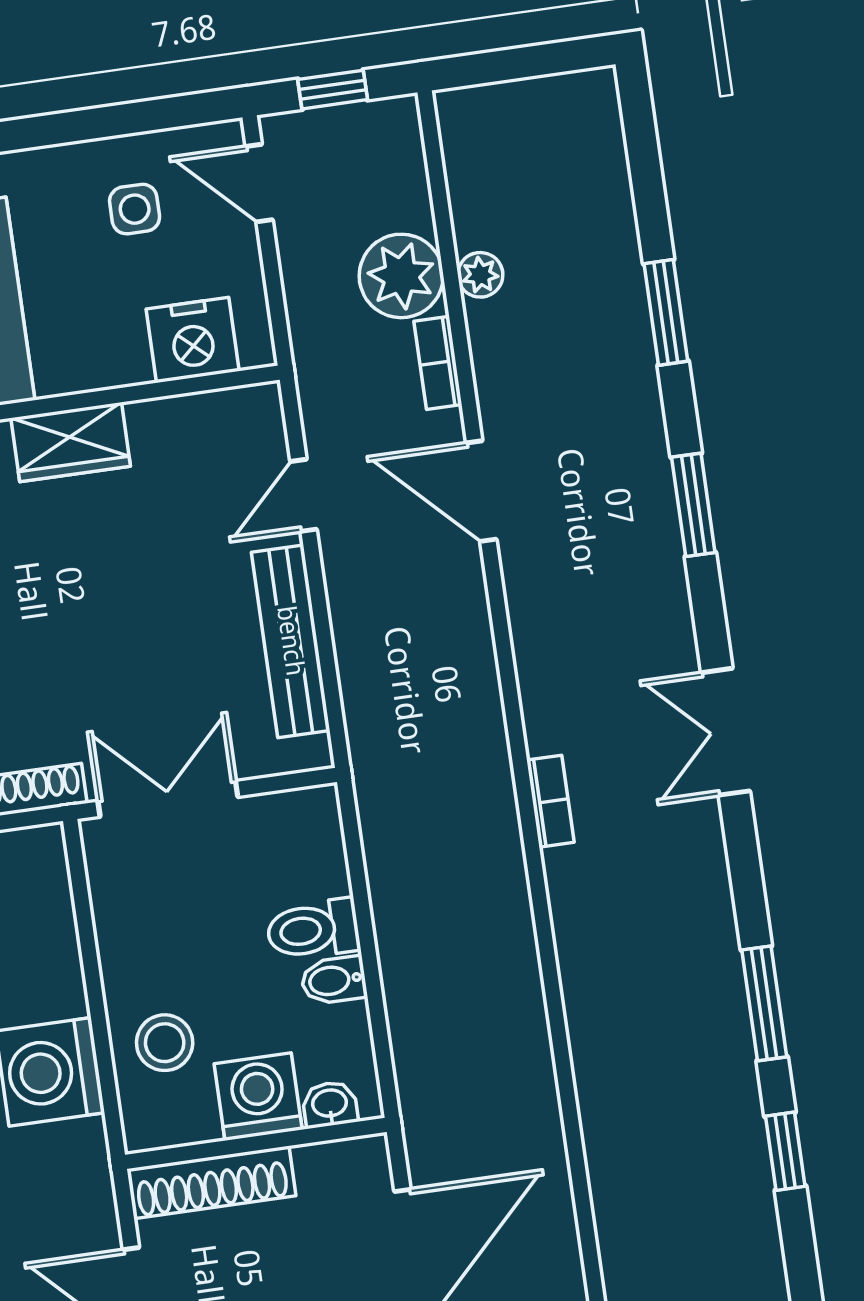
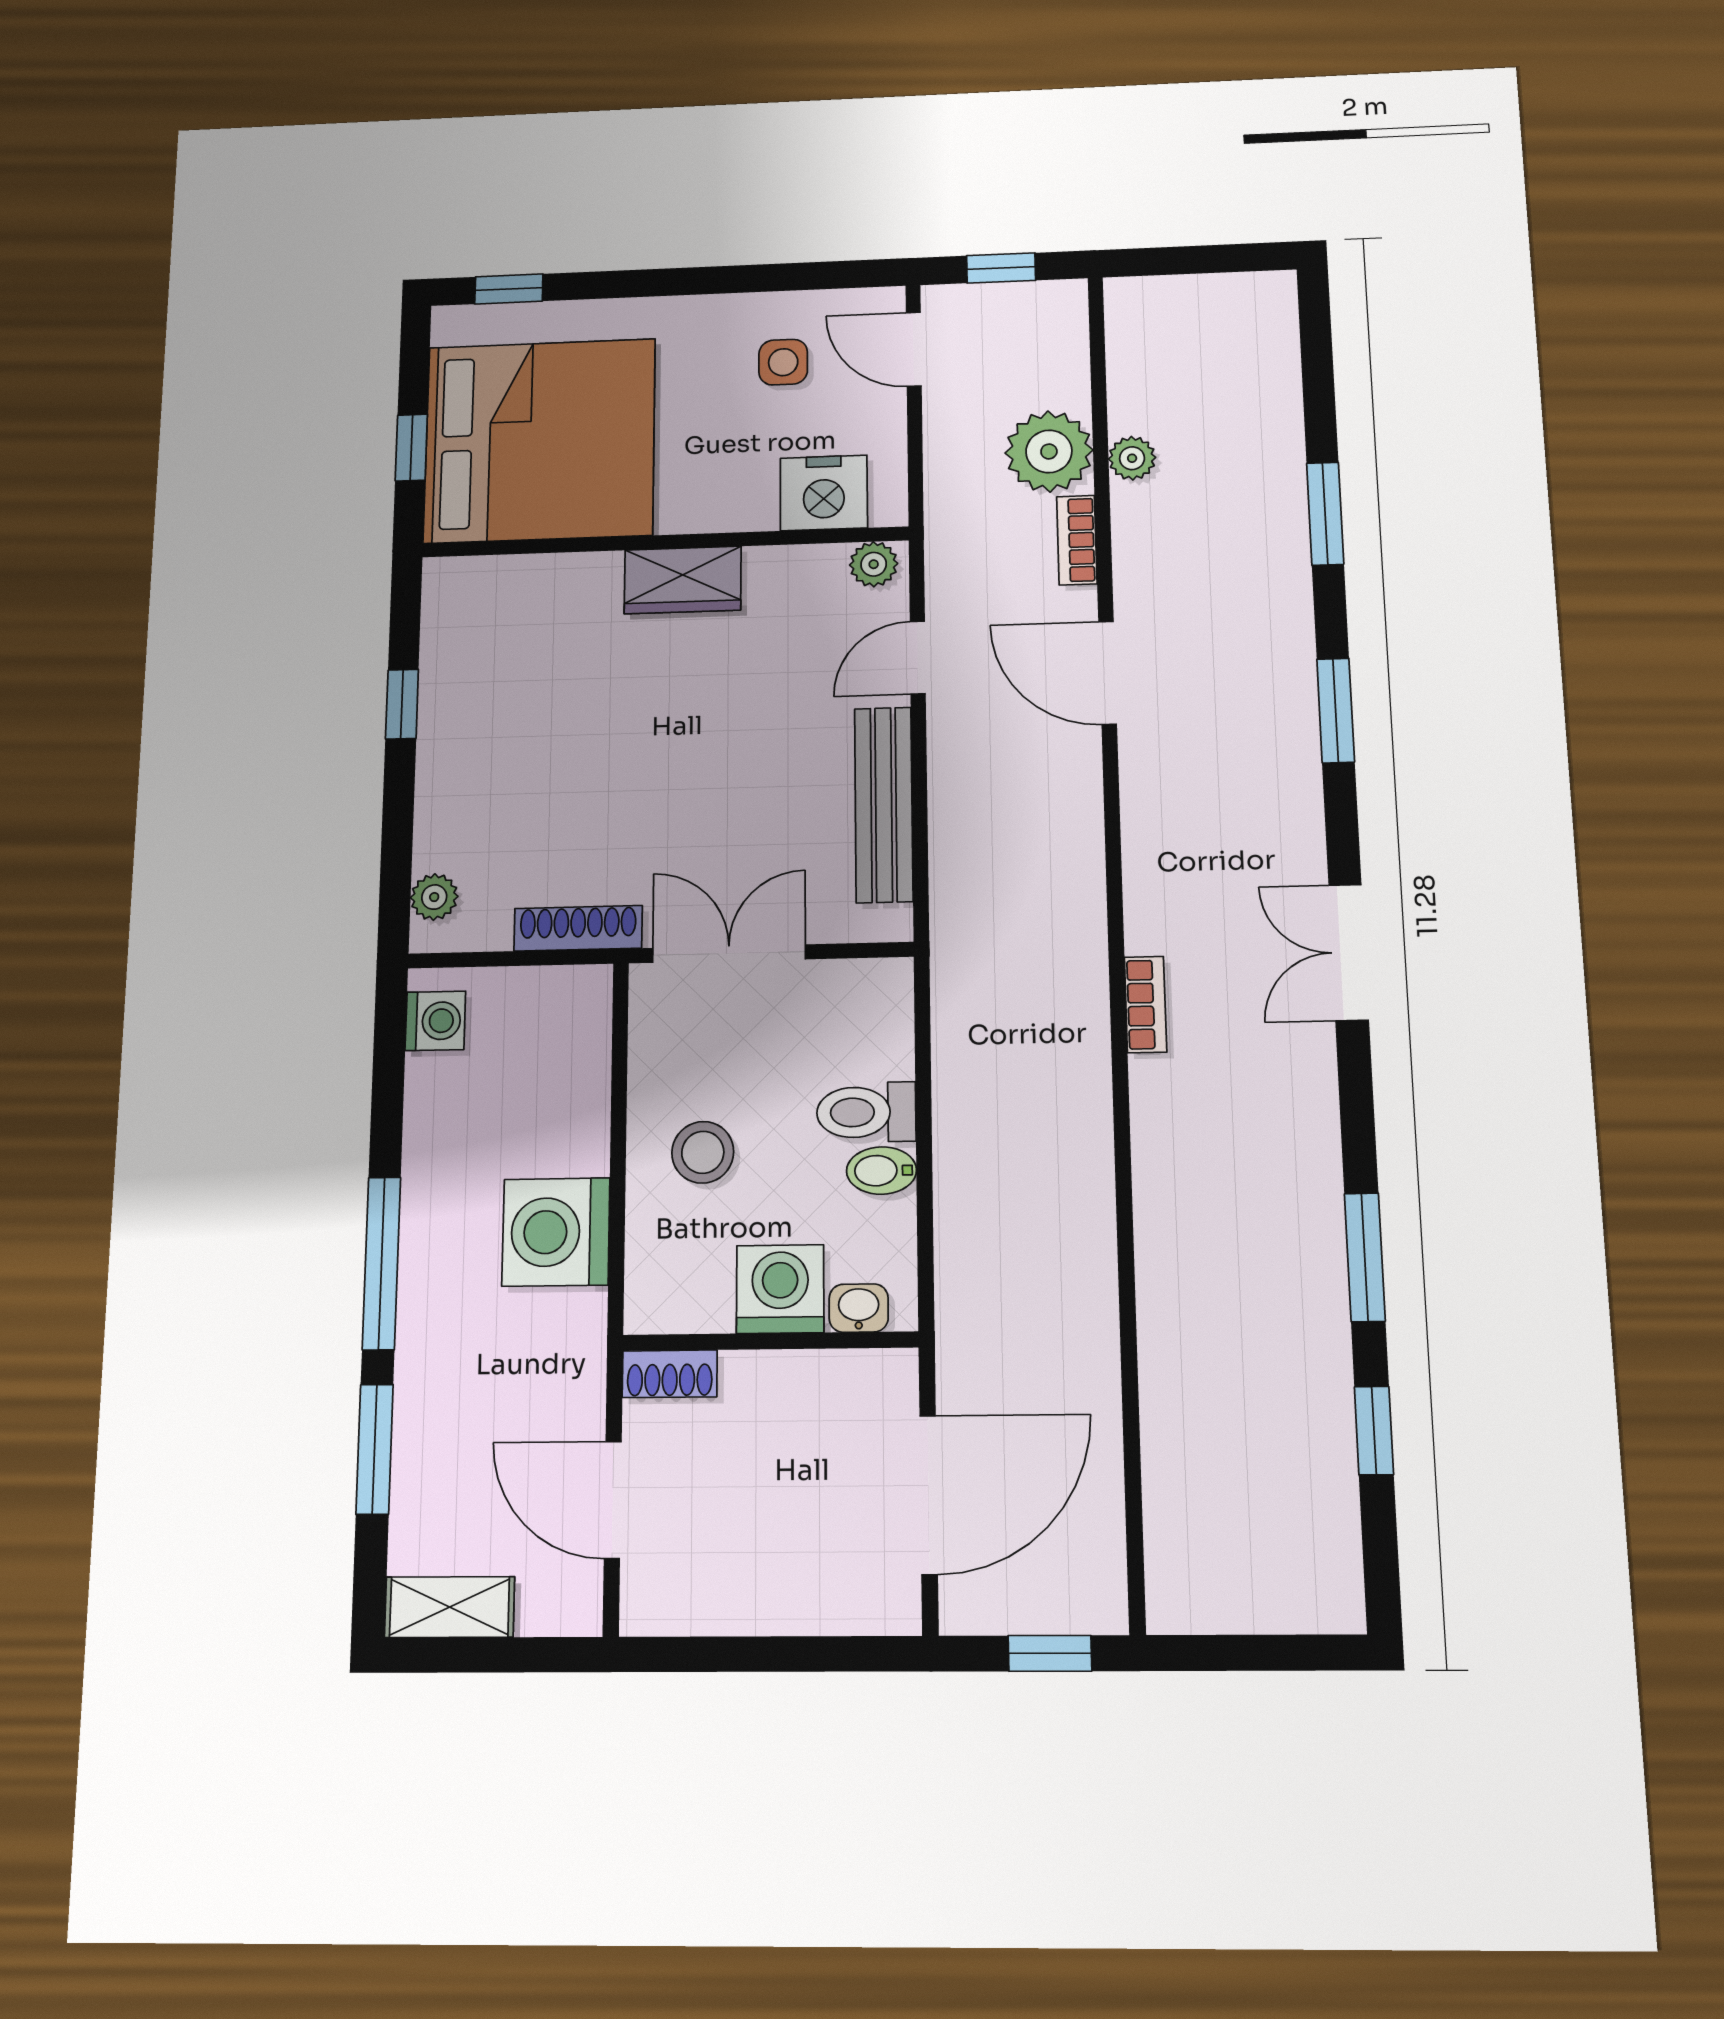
plant: (250, 407) -> (874, 564), added
stool: (165, 1043) -> (703, 1152), moved
shoe rack: (211, 1182) -> (670, 1374), width x0.51, depth x0.81

